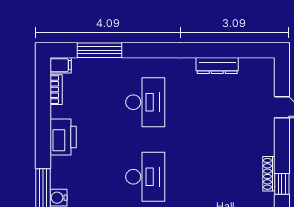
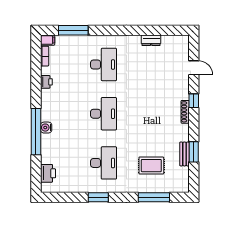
dresser: (217, 66) -> (151, 40), width x0.70
printer: (63, 137) -> (46, 82), width x0.53, depth x0.68
window: (282, 184) -> (194, 101), moved

